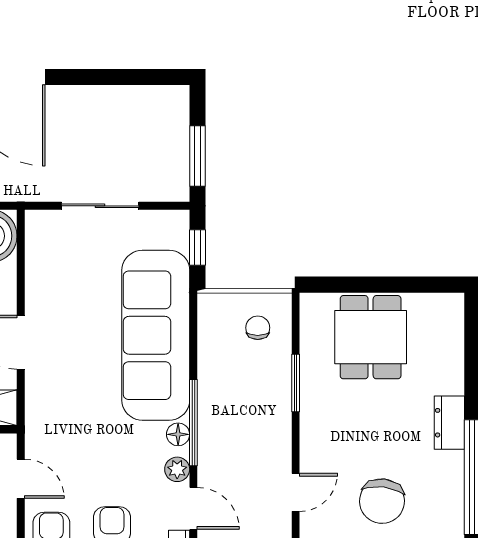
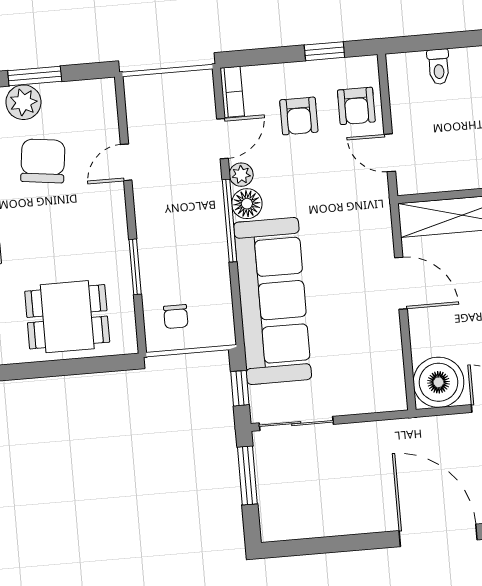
sliding door: (100, 206) -> (296, 424), moved
dining table: (371, 337) -> (67, 317), turned 90
floor lamp: (178, 434) -> (247, 204), width x1.37, depth x1.37
door: (193, 508) -> (222, 139), swing flipped

